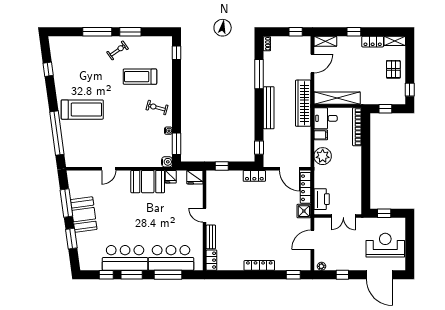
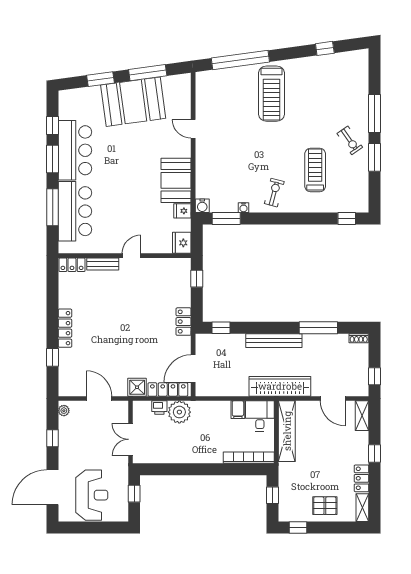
plant: (323, 156) -> (179, 412), moved
printer: (322, 199) -> (159, 407), width x0.53, depth x0.68
booth: (84, 215) -> (133, 102), width x1.36, depth x1.42
window: (293, 275) -> (53, 357), moved

